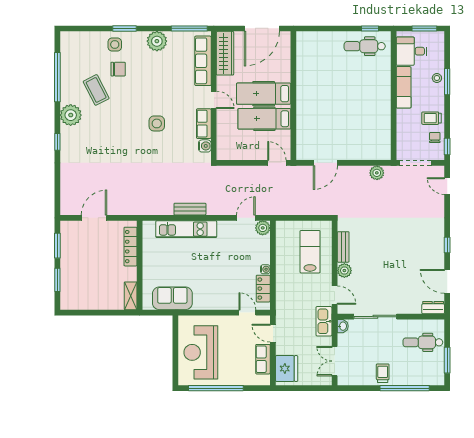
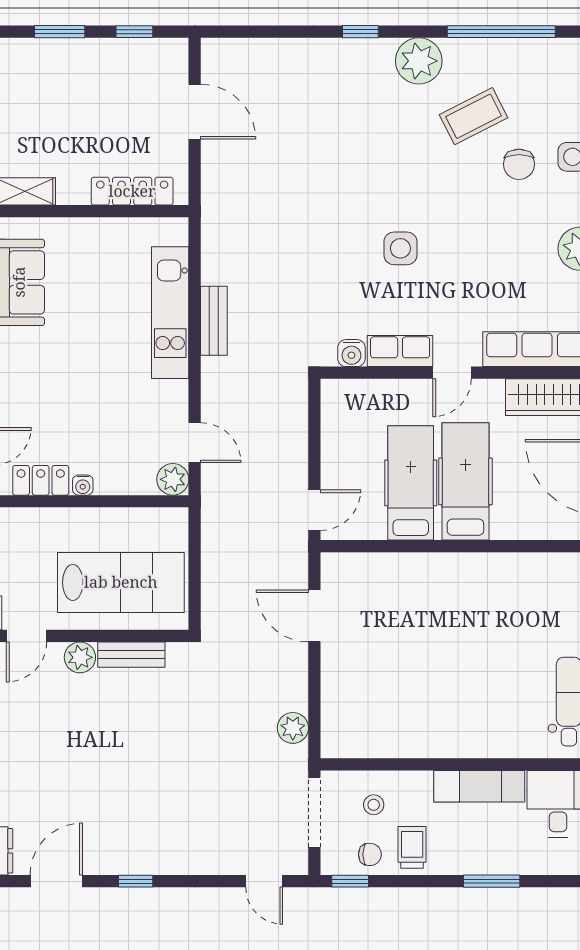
stool: (437, 78) -> (374, 805), moved
door: (447, 186) -> (264, 881), swing flipped
window: (57, 246) -> (134, 32), width x0.67
lab bench: (310, 252) -> (121, 582), width x1.36, depth x1.39

